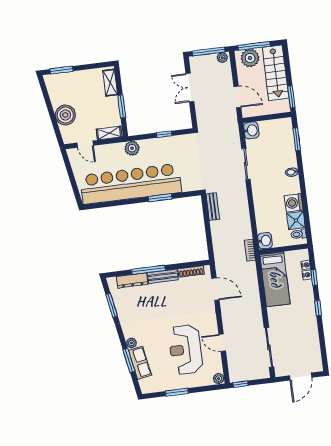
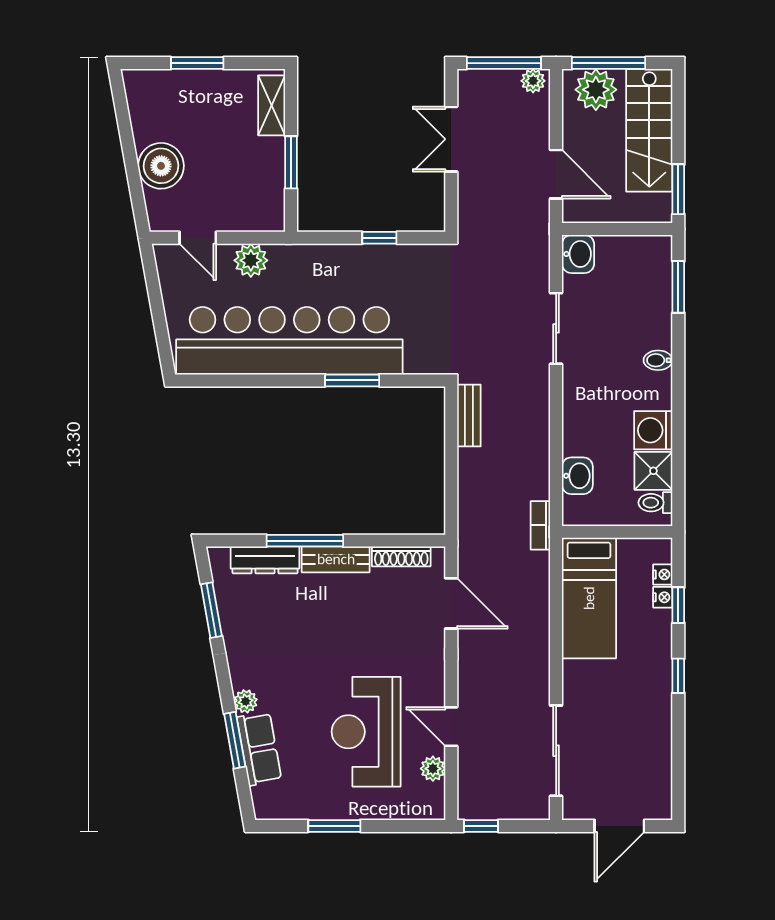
window: (62, 70) -> (197, 63), moved
shelving: (109, 133) -> (255, 219), removed
plant: (132, 148) -> (251, 260), moved
washbasin: (265, 241) -> (577, 476), moved
plant: (219, 379) -> (433, 769), moved

